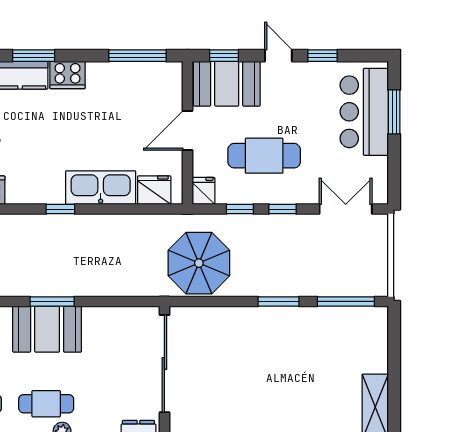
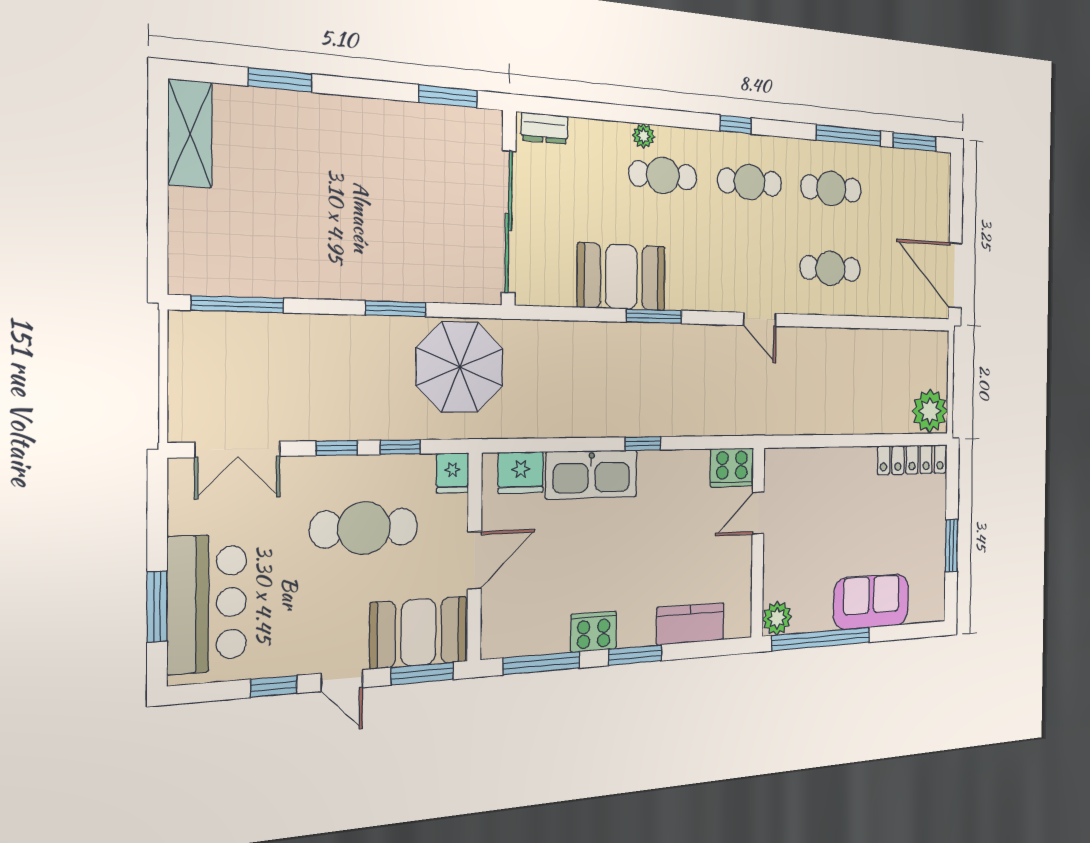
window: (34, 56) -> (635, 655), moved
window: (224, 56) -> (422, 674), width x1.50
cooker: (67, 75) -> (594, 632), moved
window: (278, 301) -> (396, 309), moved
booth: (47, 329) -> (621, 277), moved

